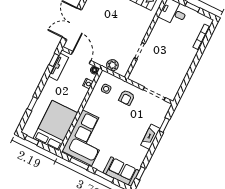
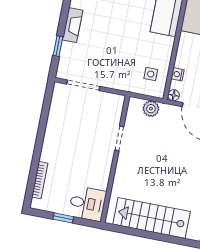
armchair: (127, 98) -> (120, 70), removed

